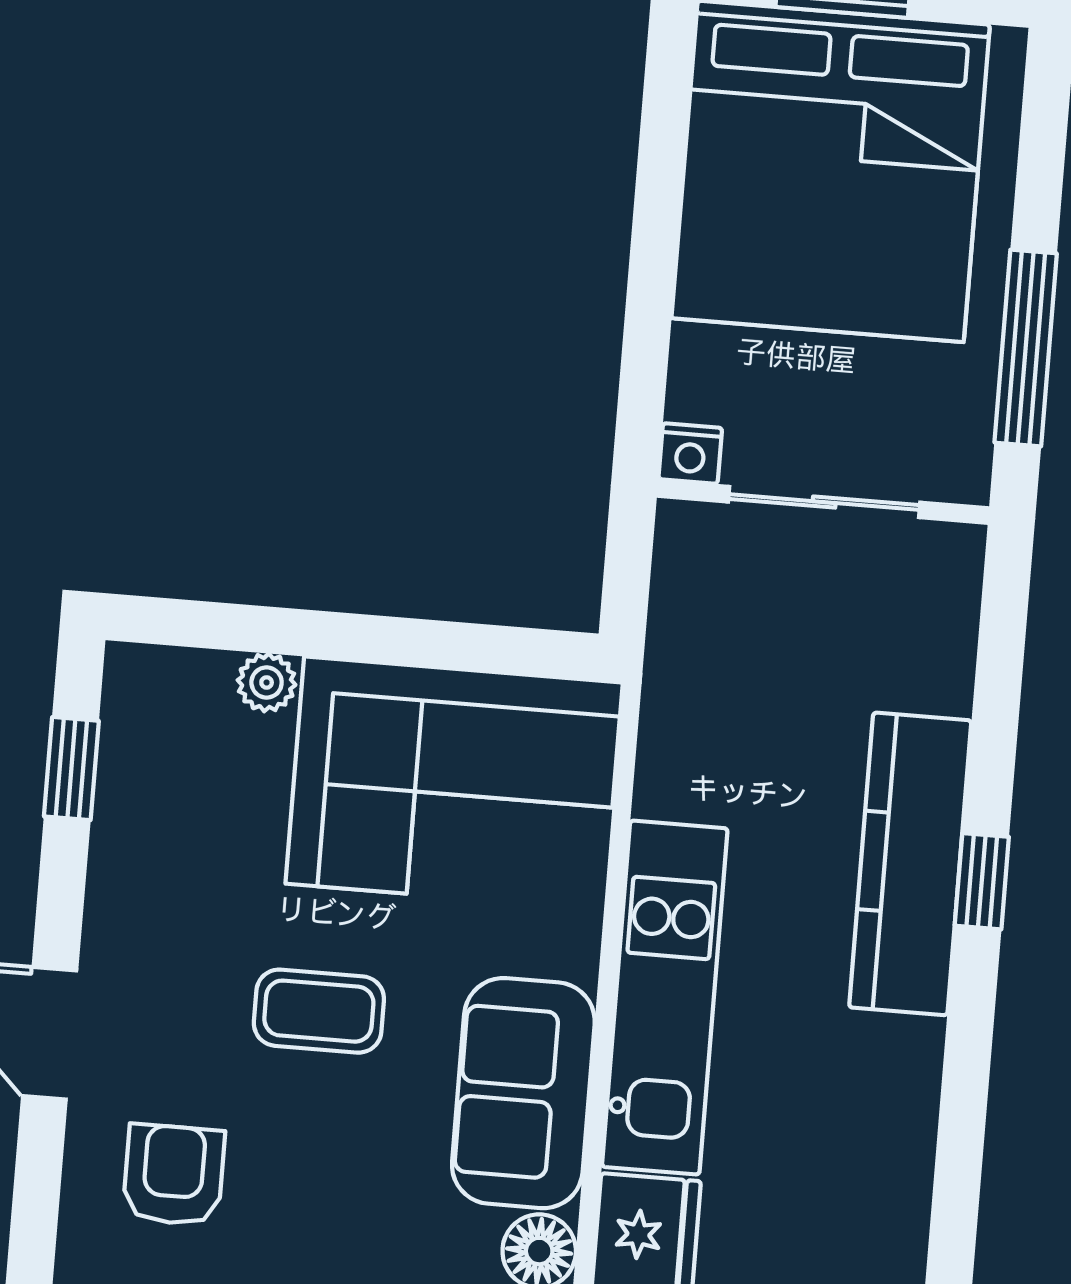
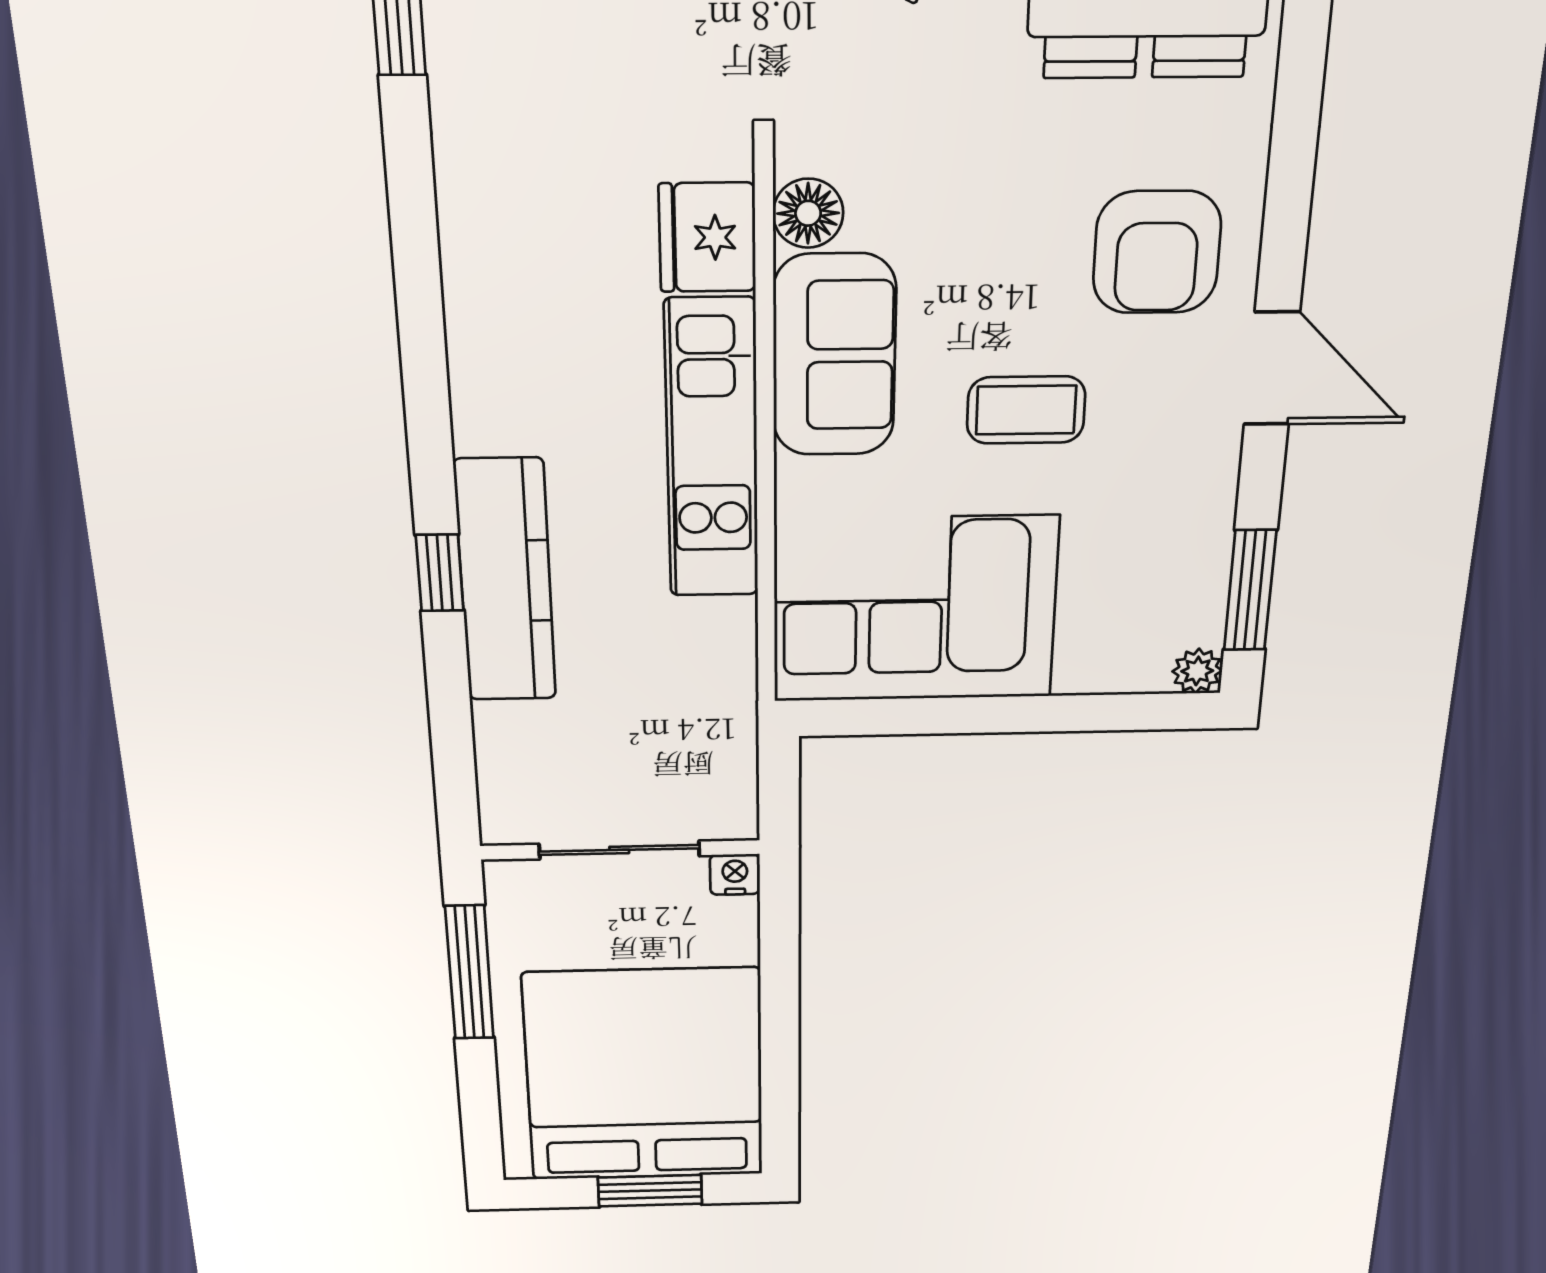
plant: (267, 682) -> (1197, 671), moved
window: (71, 769) -> (1250, 590), width x1.50
armchair: (174, 1175) -> (1157, 252), width x1.38, depth x1.38

